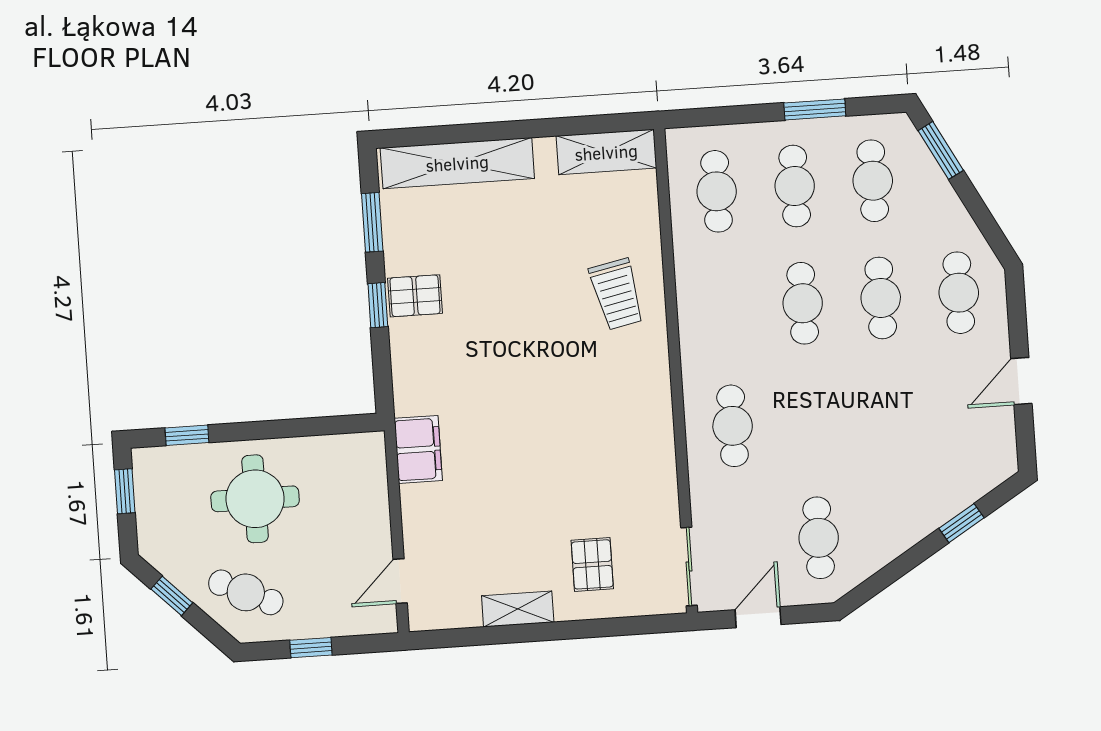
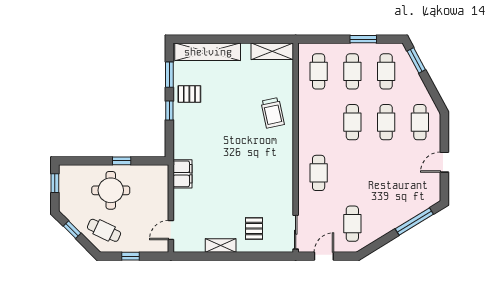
pallet: (415, 296) -> (189, 94), moved
window: (187, 435) -> (122, 161), moved
window: (961, 523) -> (414, 221), width x2.17

